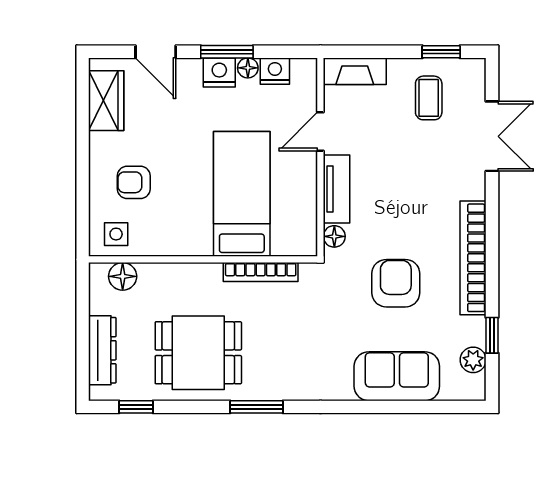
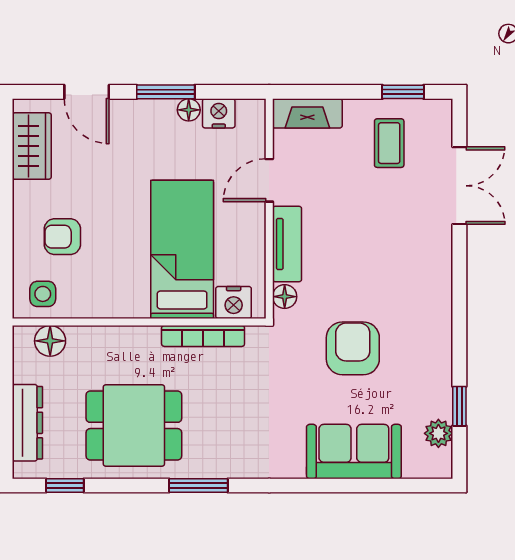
nightstand: (219, 72) -> (234, 302), moved, turned 180
bookcase: (473, 258) -> (438, 320), removed

